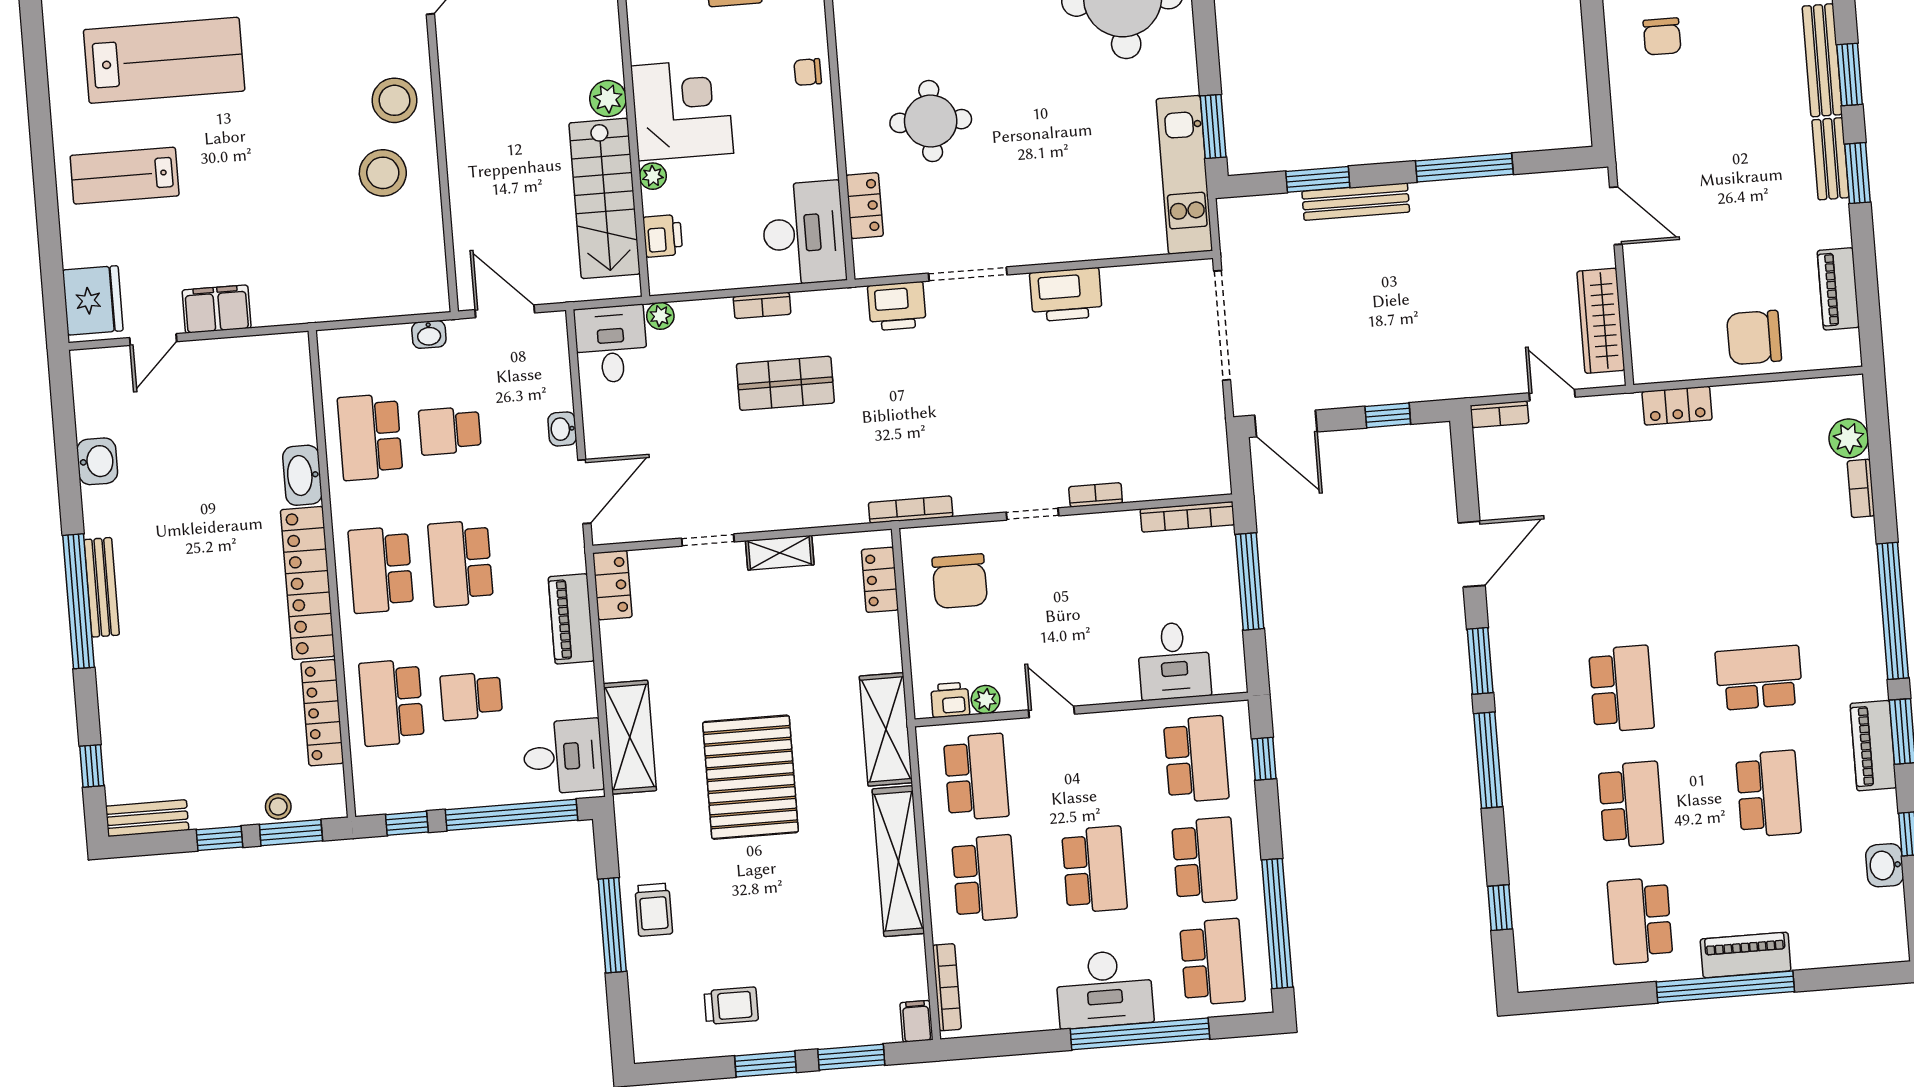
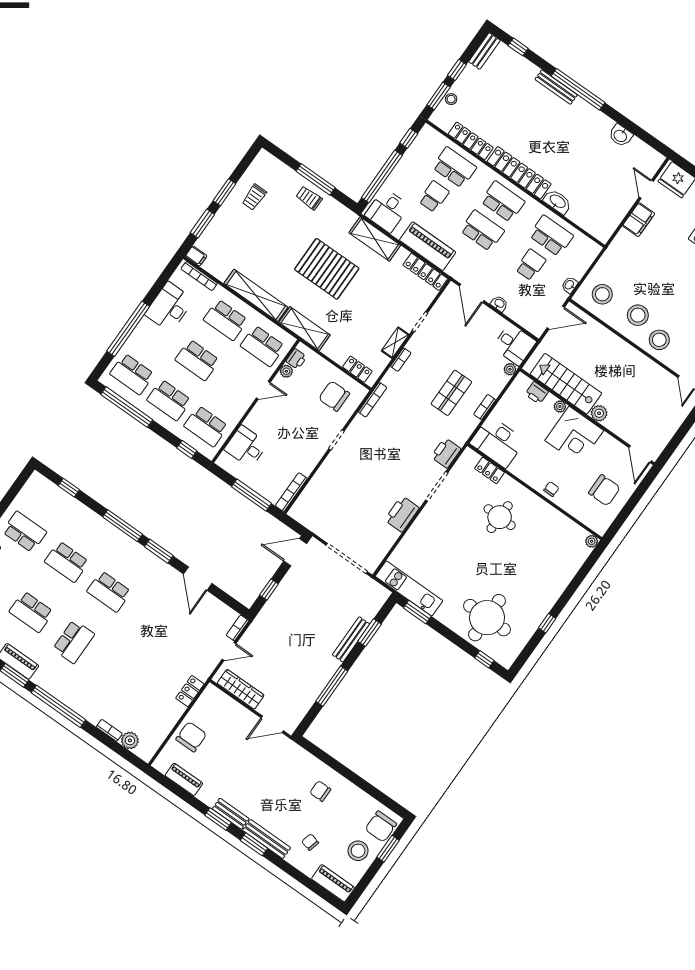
stool: (398, 264) -> (602, 294), added
bookcase: (1096, 495) -> (401, 360), moved
locker: (612, 585) -> (425, 272), width x1.53
bench: (102, 587) -> (556, 87), moved
piano: (571, 619) -> (428, 246), width x1.37, depth x1.33
desk: (1104, 989) -> (169, 307), moved

